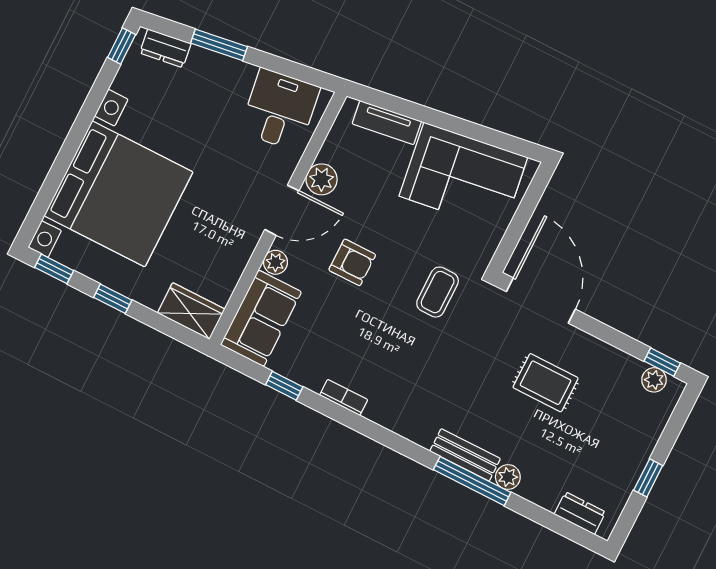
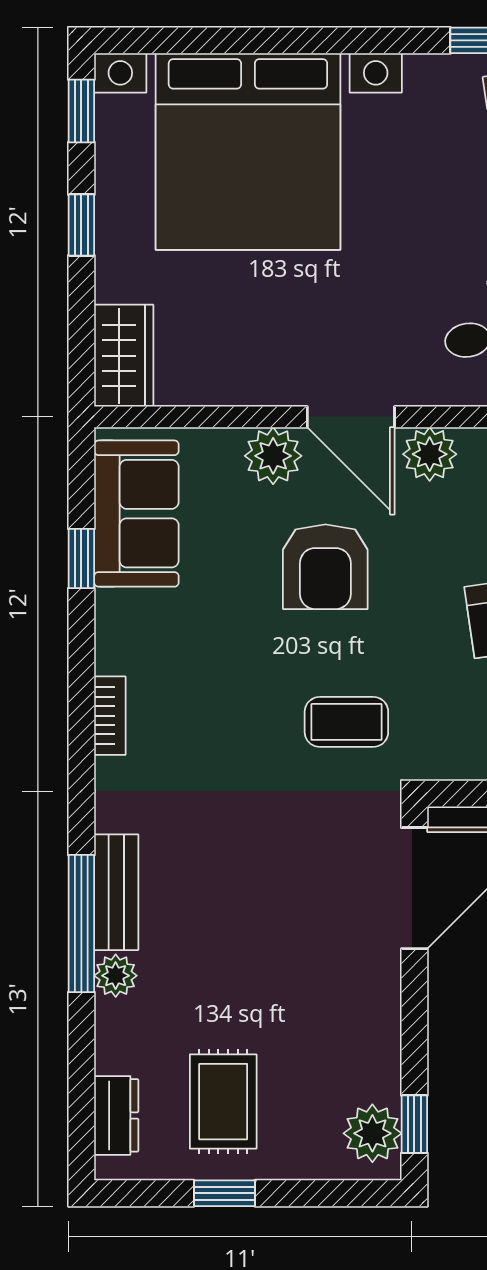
plant: (275, 262) -> (273, 456), width x1.38, depth x1.38
armchair: (352, 262) -> (325, 567), width x1.38, depth x1.38
sofa: (261, 318) -> (136, 514), moved, turned -90
plant: (654, 380) -> (372, 1133), width x1.38, depth x1.38
rug: (546, 383) -> (223, 1102), moved
bookcase: (344, 397) -> (110, 716), moved

